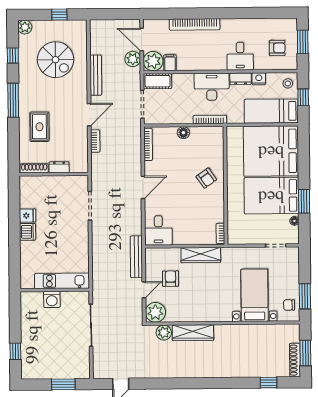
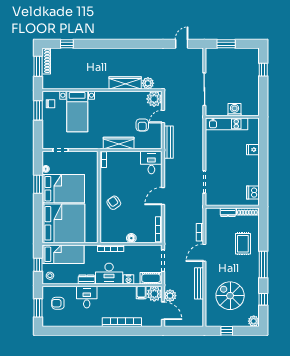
nightstand: (259, 79) -> (128, 279), moved
fridge: (28, 216) -> (253, 150), moved
dishwasher: (28, 232) -> (253, 192), moved

